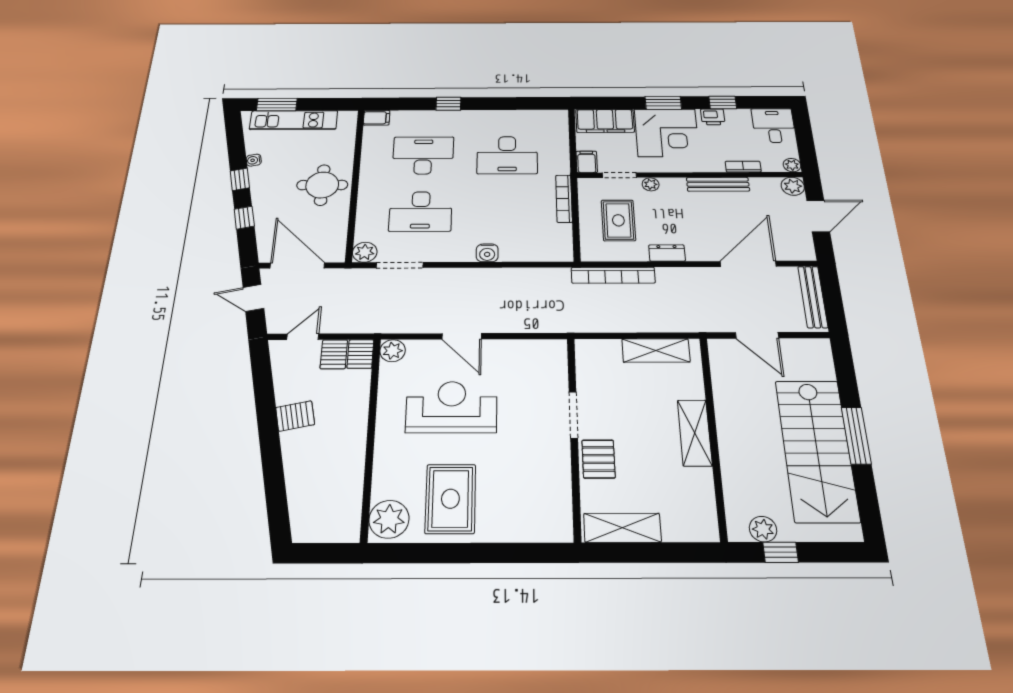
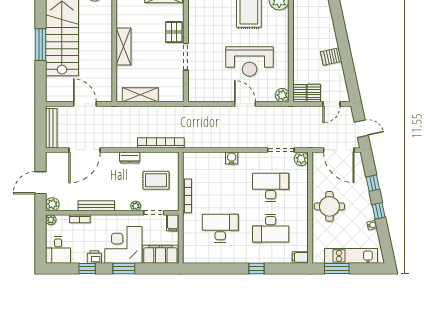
window: (277, 105) -> (337, 268), moved
rug: (618, 220) -> (156, 180), turned 90

